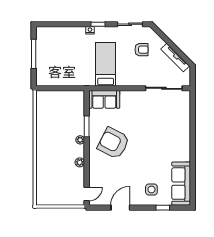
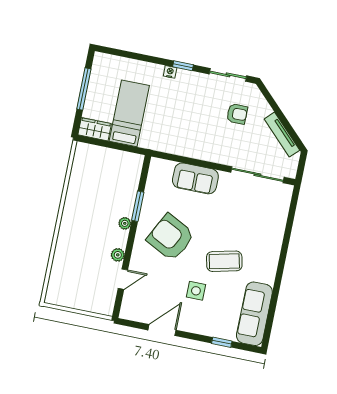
bed: (106, 64) -> (129, 113), moved
wardrobe: (47, 80) -> (95, 129), added
sofa: (104, 99) -> (195, 178), moved
coffee table: (153, 152) -> (224, 261), added
side table: (151, 190) -> (196, 291), moved
door: (87, 194) -> (123, 279), moved

